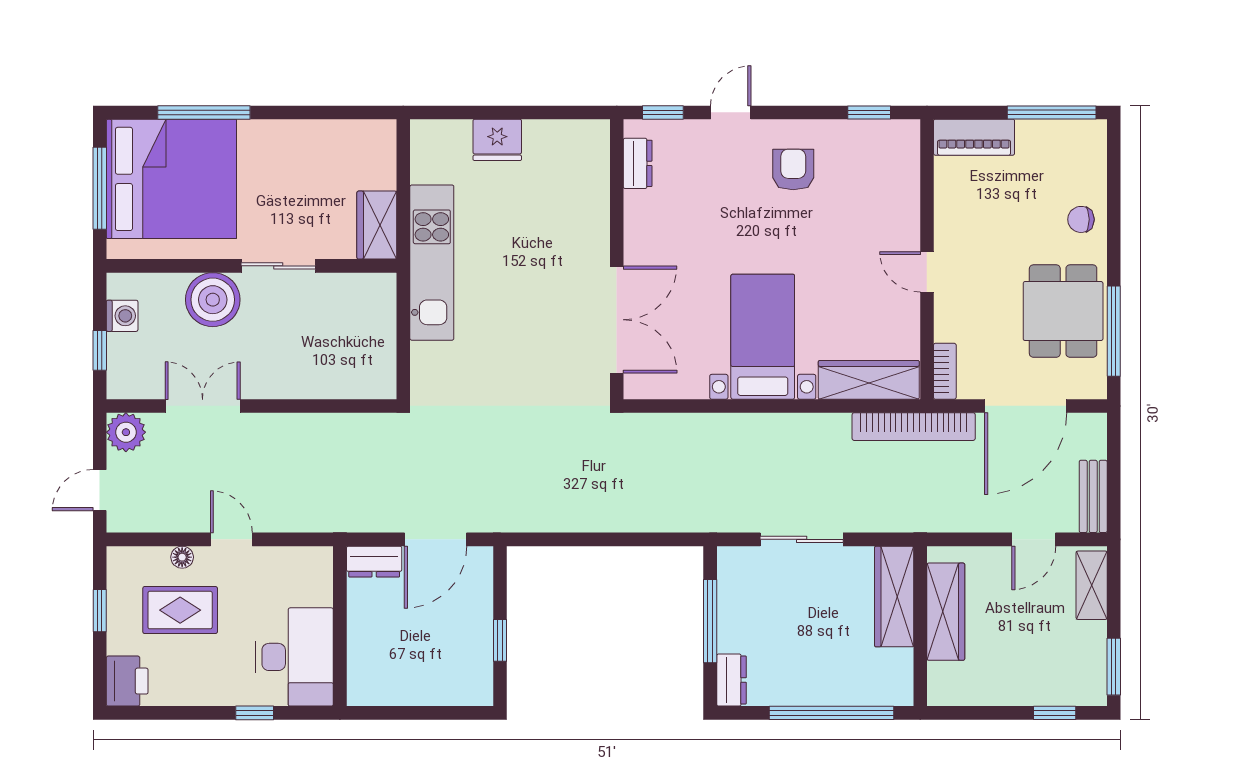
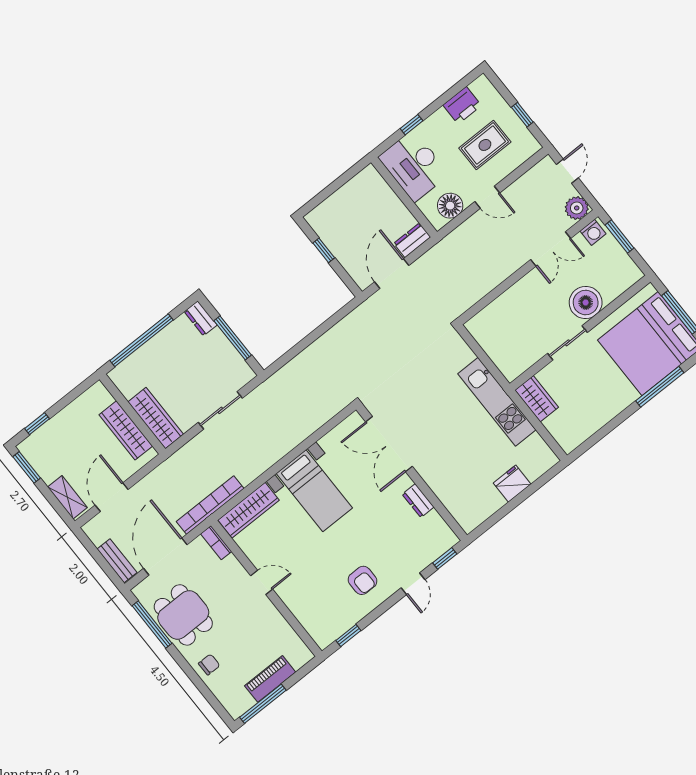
piano: (974, 137) -> (270, 679), moved
dresser: (638, 163) -> (418, 501), moved
washing machine: (122, 316) -> (593, 232), moved, turned -90
window: (100, 350) -> (620, 236), width x1.50
bench: (1093, 496) -> (117, 561), moved
door: (1034, 539) -> (112, 497), width x1.38
floor lamp: (182, 557) -> (450, 206), moved, width x1.89, depth x1.89
printer: (127, 681) -> (462, 105), moved, turned -90

